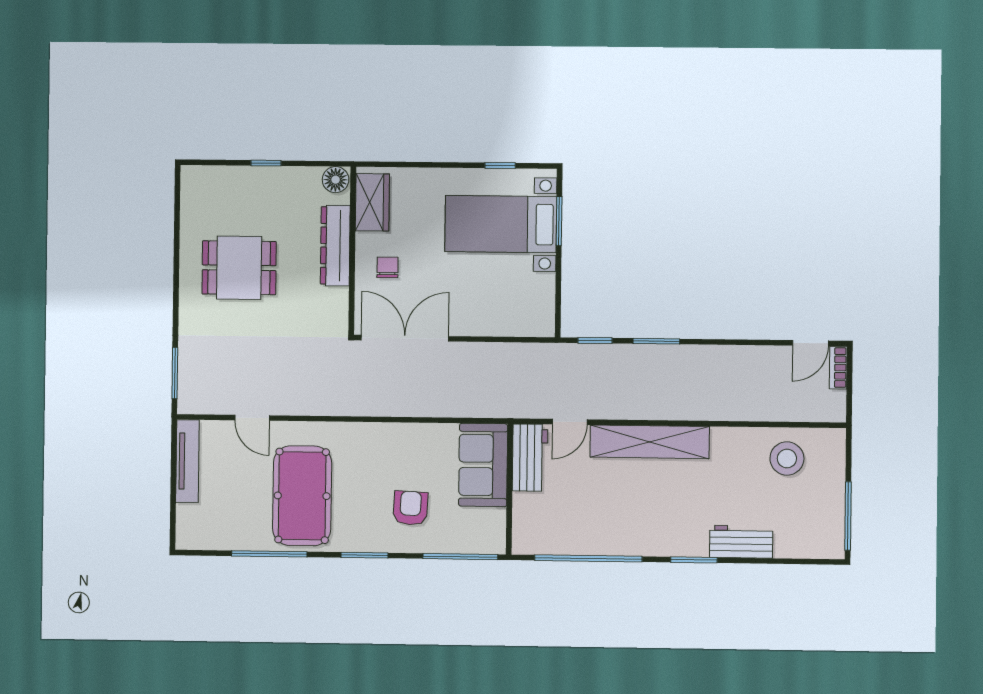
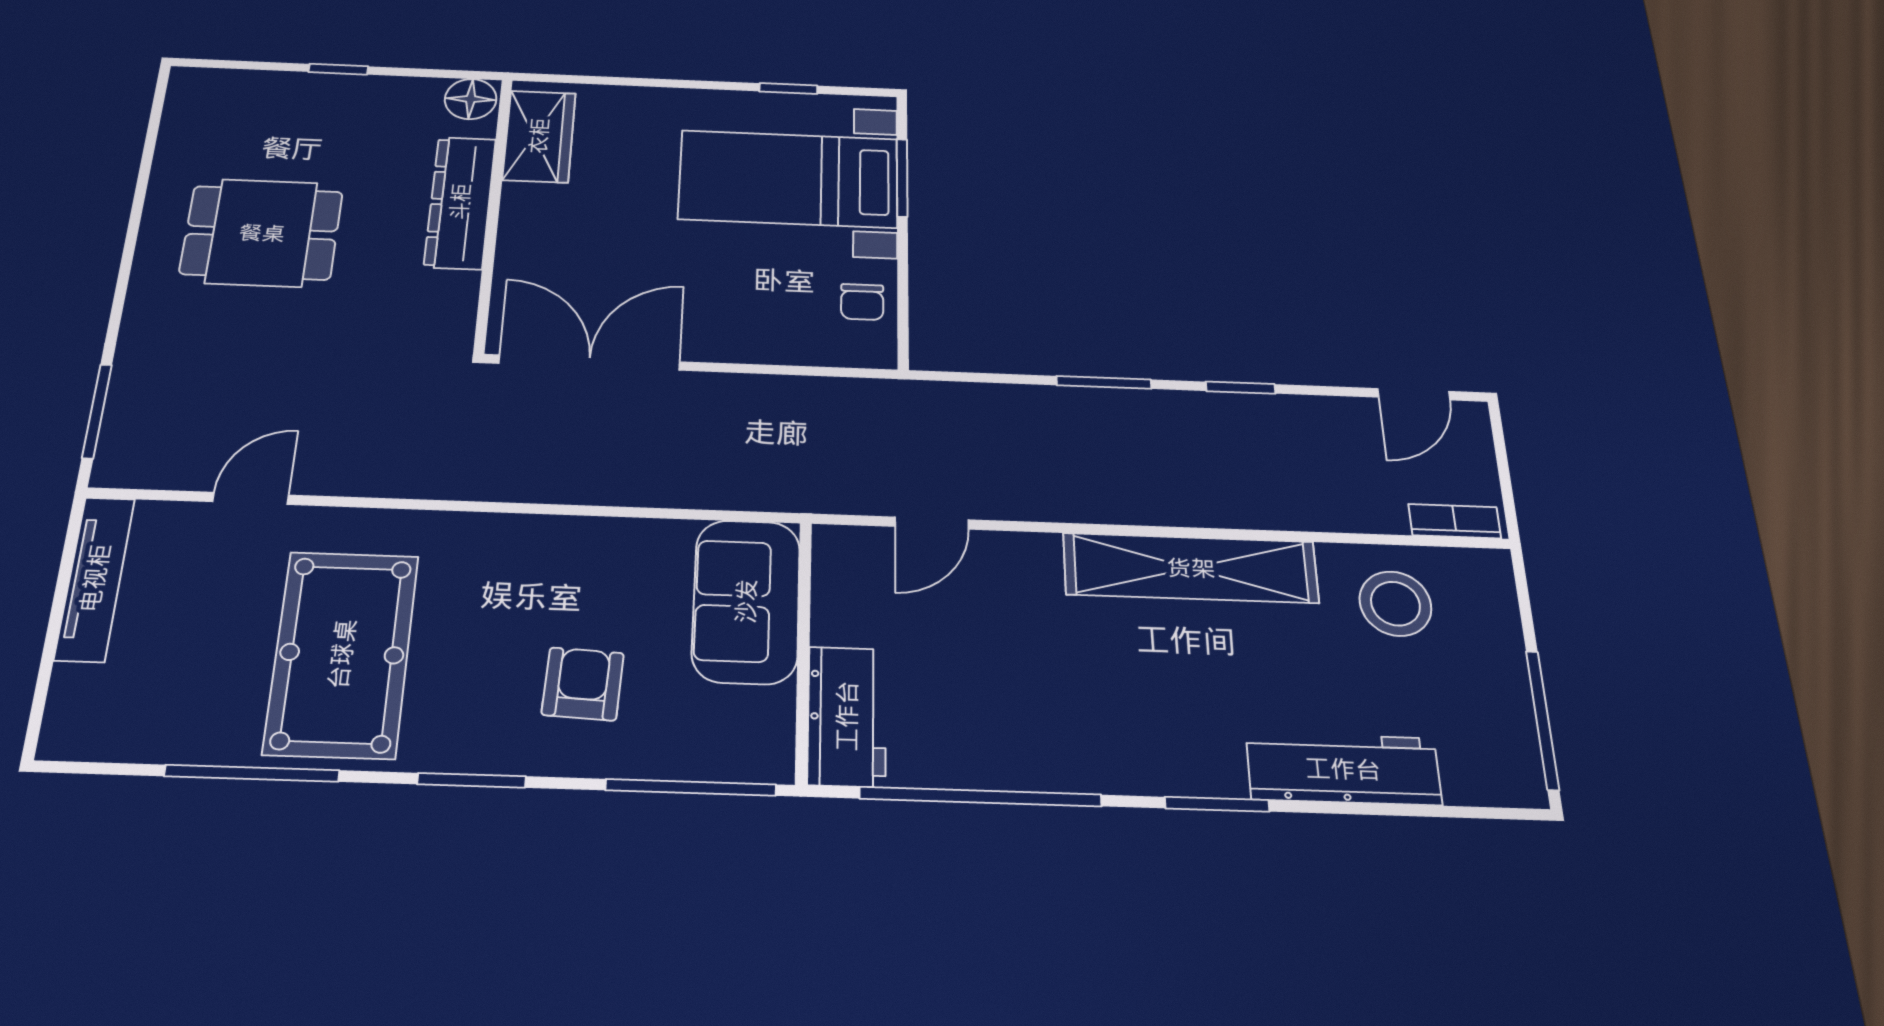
chair: (387, 267) -> (862, 302), moved, turned 180
window: (595, 340) -> (1241, 388), moved
bookcase: (838, 368) -> (1455, 521), moved, turned 90
door: (252, 418) -> (251, 498), swing flipped
shelving: (650, 442) -> (1191, 568), moved
workbench: (530, 458) -> (847, 716), moved
workbench: (741, 542) -> (1343, 769), width x1.38

